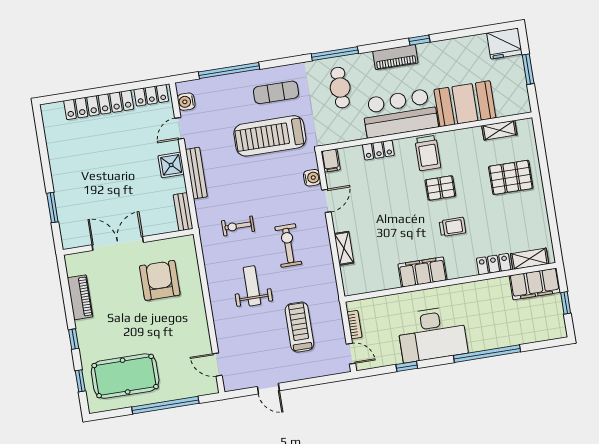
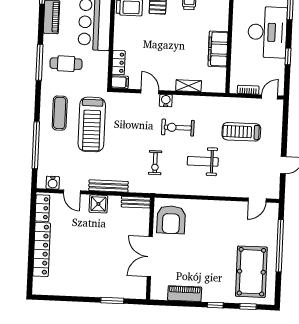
locker: (378, 150) -> (119, 63), moved
water cooler: (312, 178) -> (166, 101), moved
filing cabinet: (422, 272) -> (218, 49), moved
armchair: (160, 280) -> (171, 220), moved, turned -90

